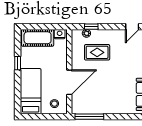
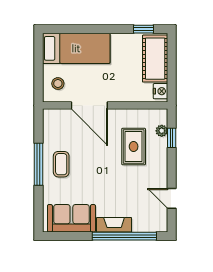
window: (18, 63) -> (143, 29), moved
coffee table: (109, 101) -> (61, 164), added
window: (89, 117) -> (39, 164), moved

